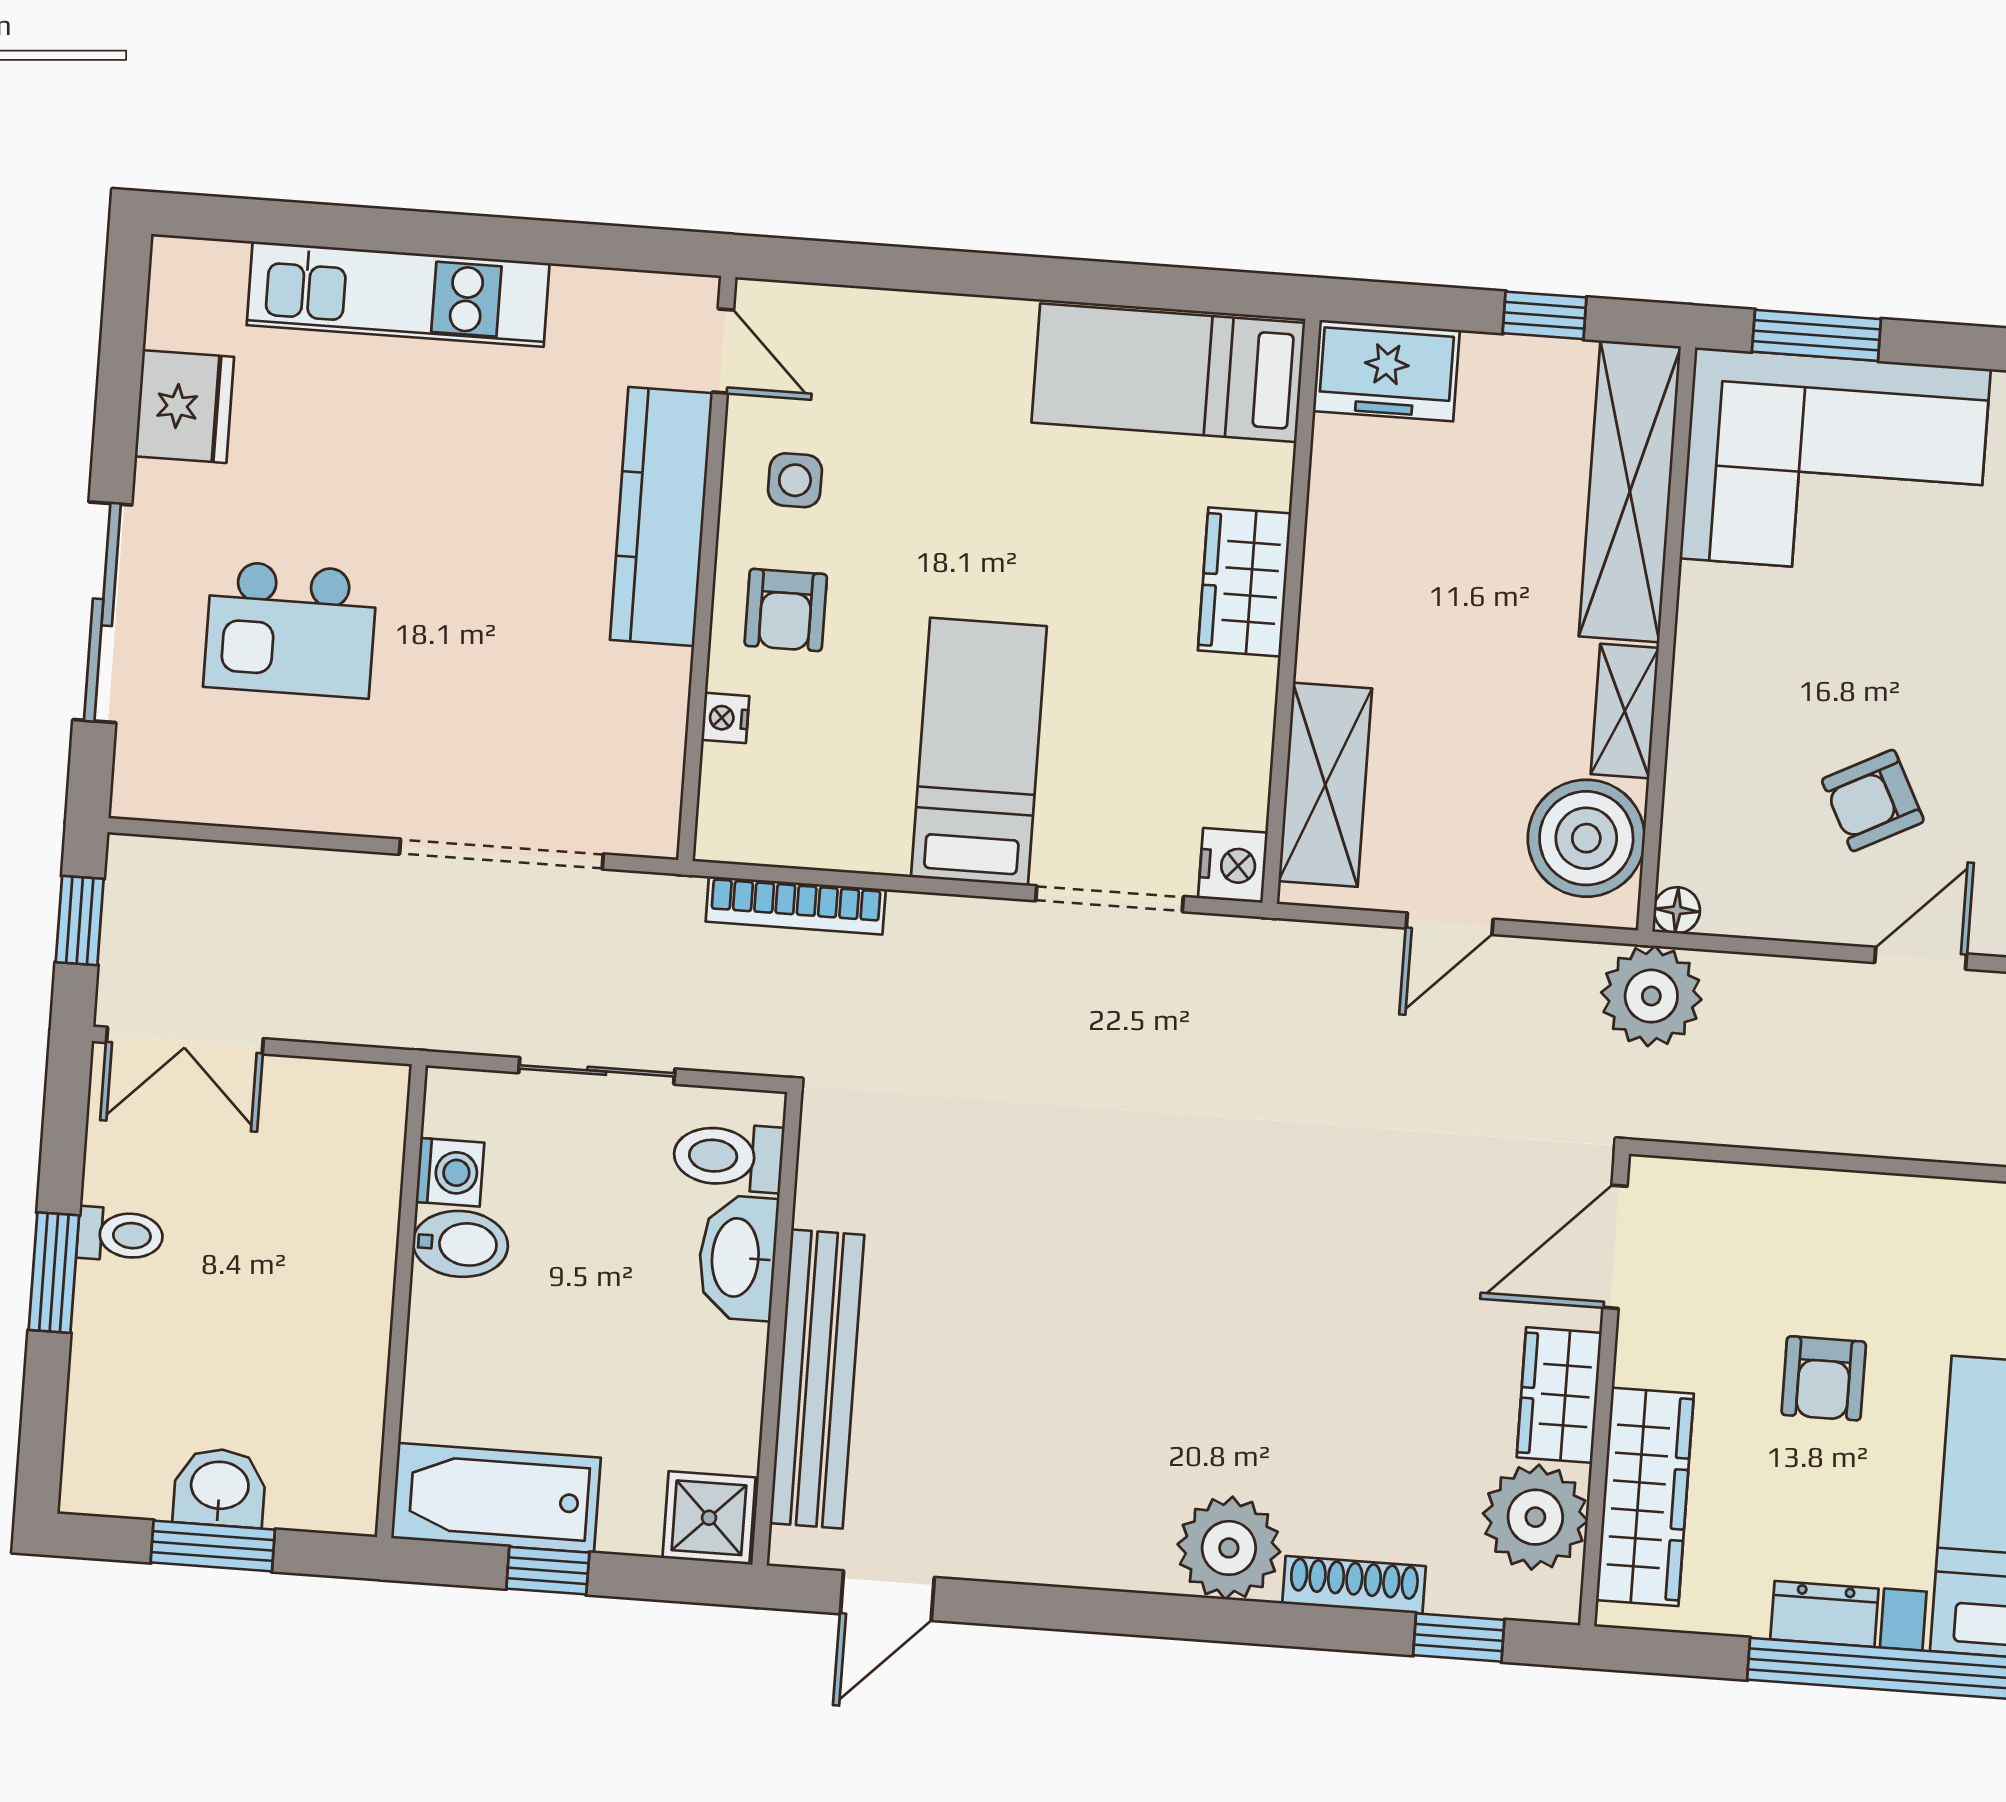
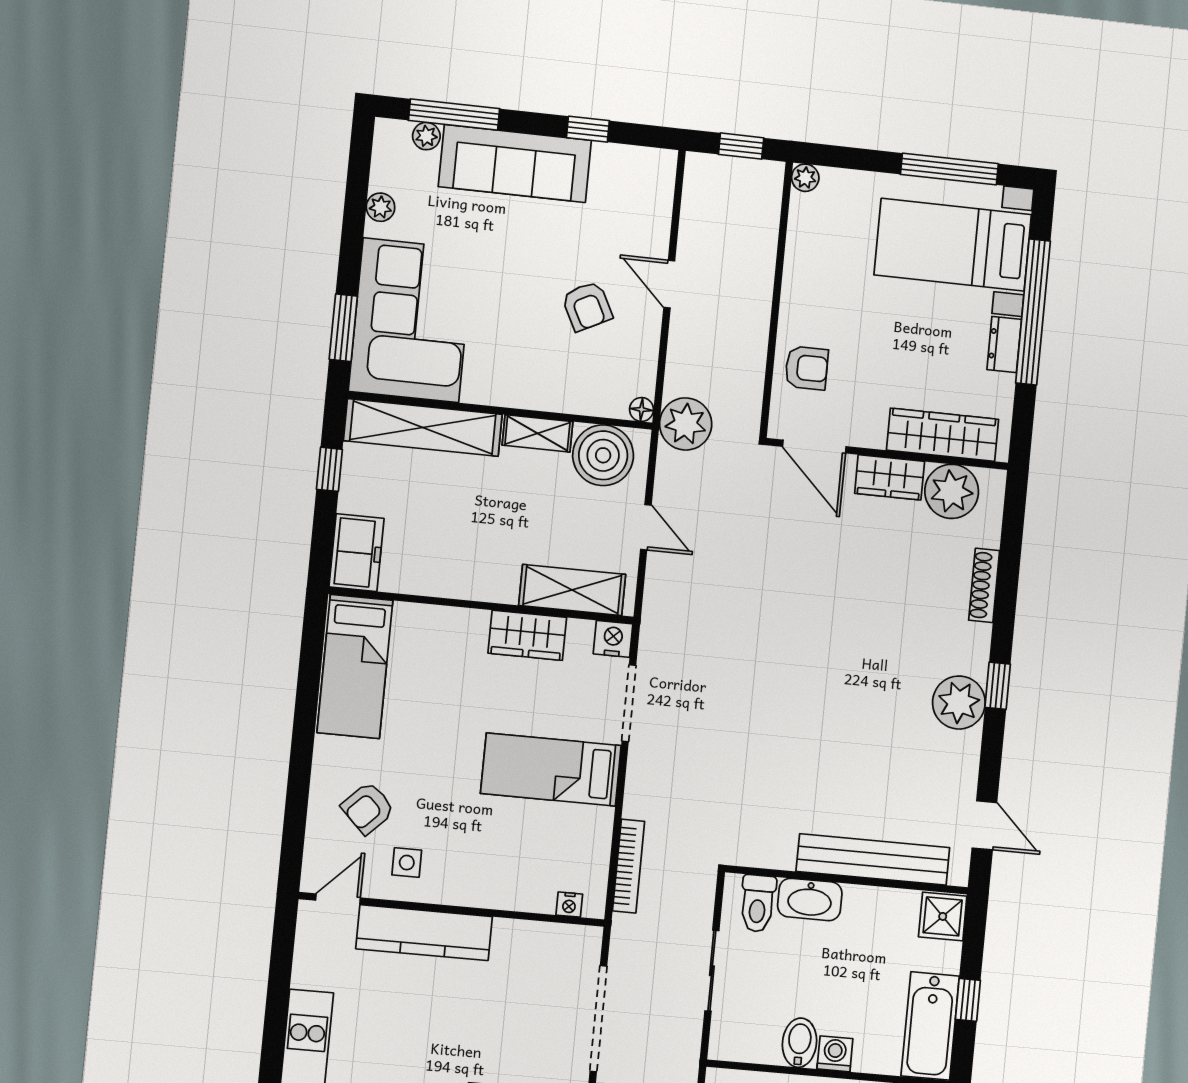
wardrobe: (1245, 582) -> (527, 635), moved
armchair: (786, 610) -> (368, 808), moved, turned 135
nightstand: (725, 718) -> (569, 905), moved
washing machine: (450, 1172) -> (835, 1054), moved
armchair: (1824, 1378) -> (806, 368), moved
plant: (1229, 1548) -> (959, 703), moved
window: (1459, 1638) -> (998, 686), moved

